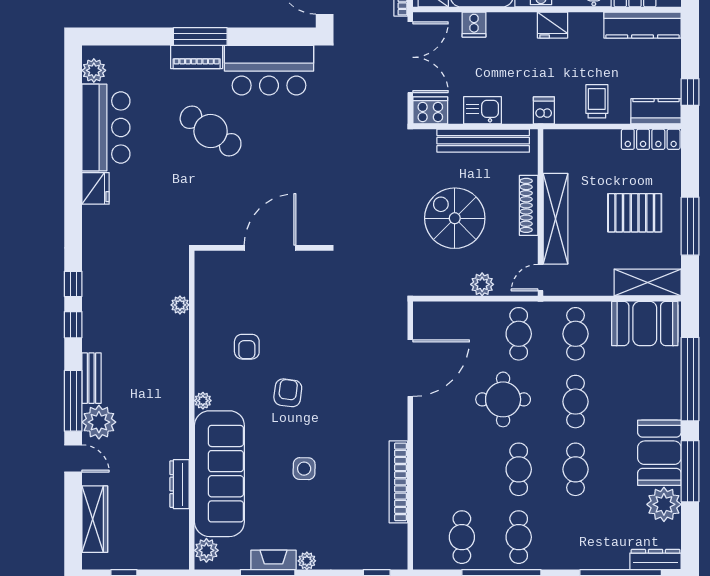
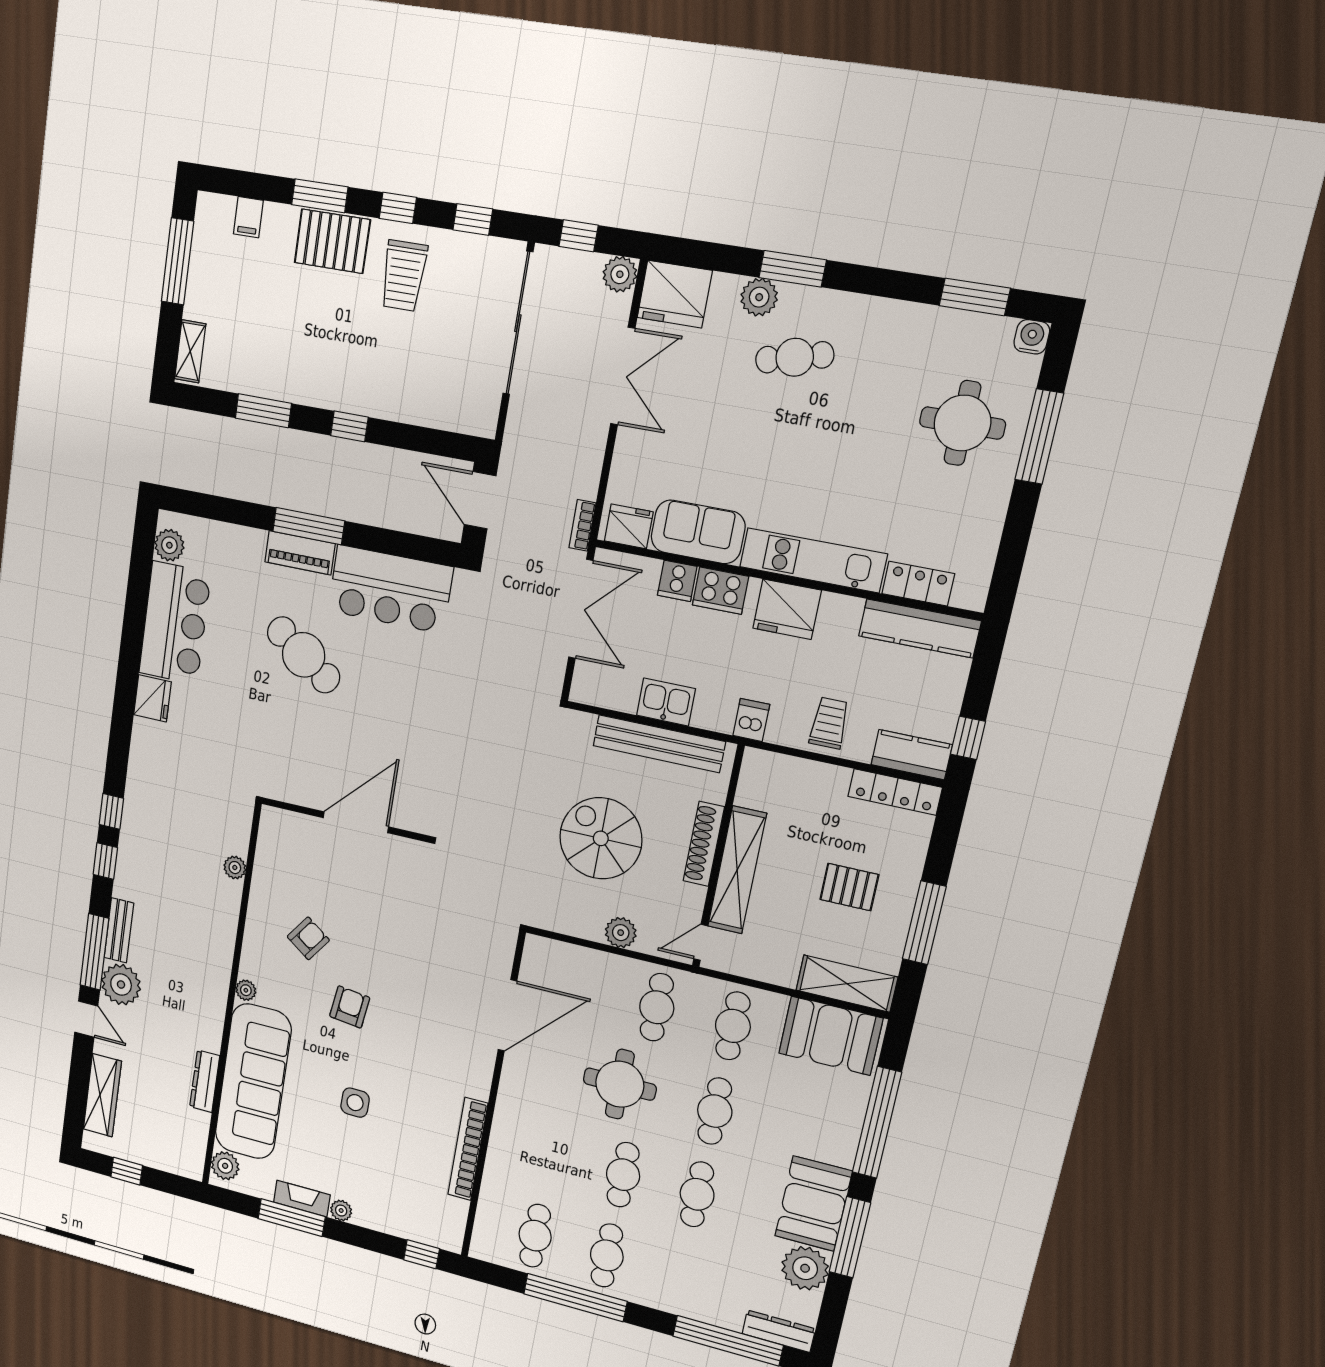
fridge: (552, 25) -> (787, 609), width x1.36, depth x1.34
cooker: (430, 110) -> (720, 591), moved, turned 180
pallet: (635, 213) -> (849, 887), width x0.67, depth x0.71
armchair: (247, 347) -> (308, 938), turned -144

